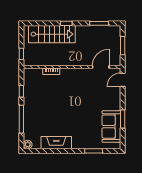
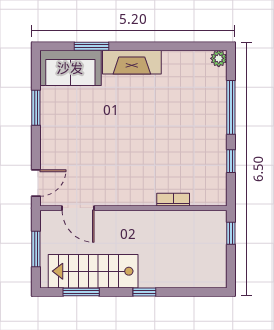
stairs: (52, 34) -> (93, 271), moved
door: (101, 67) -> (78, 208), hinge flipped
sofa: (111, 127) -> (70, 68), moved, turned 90
fireplace: (56, 143) -> (132, 62), moved

